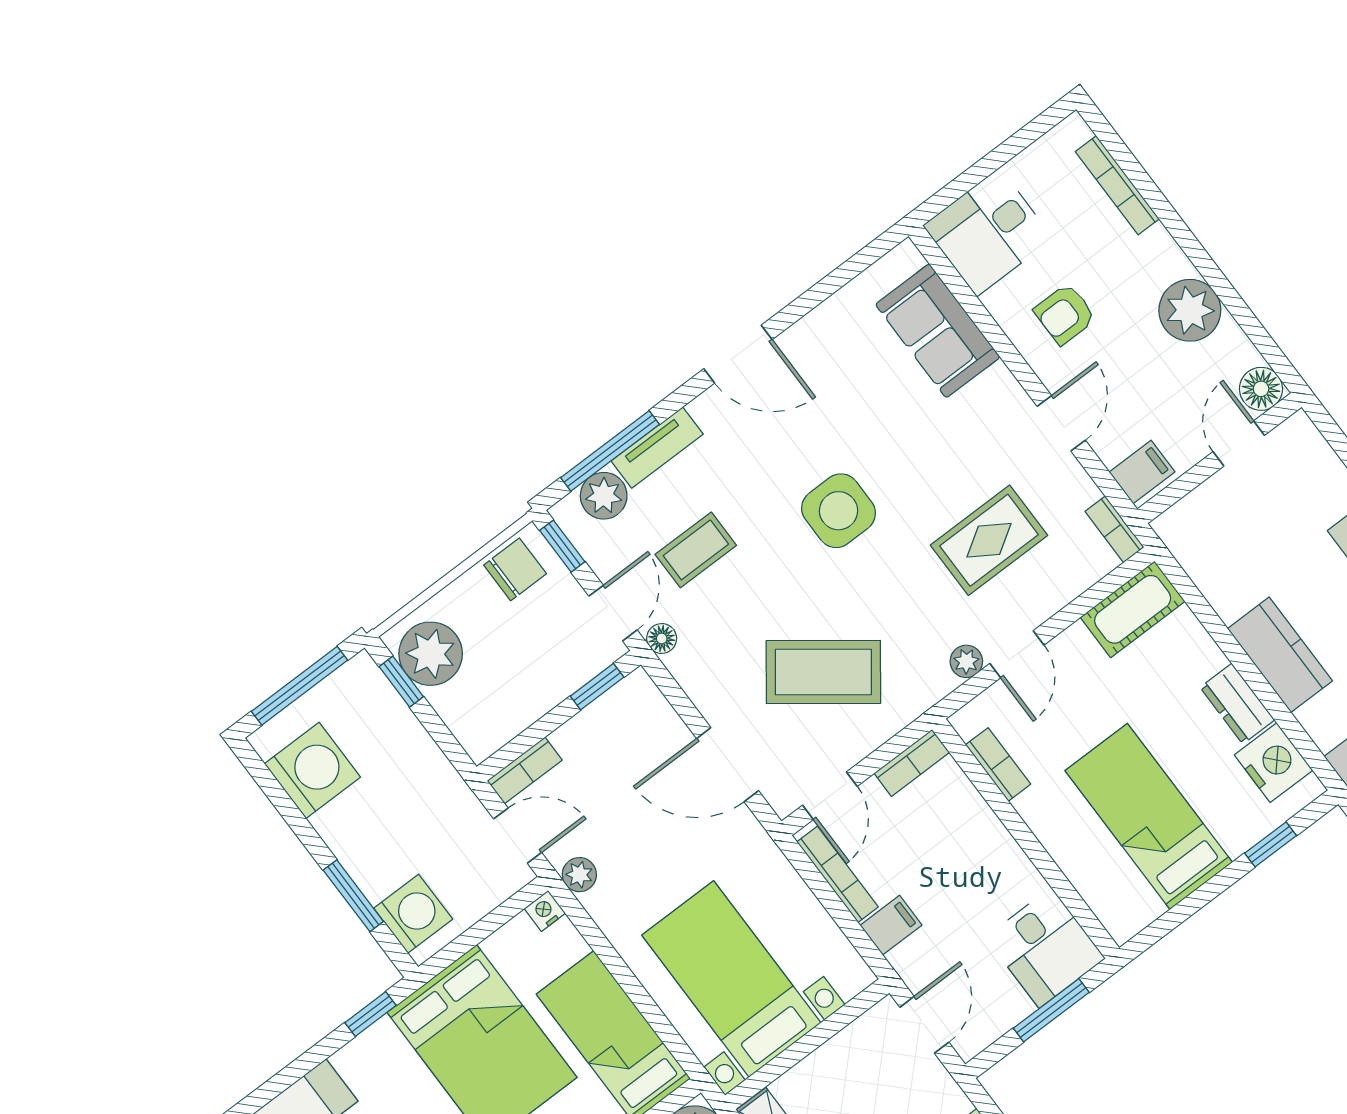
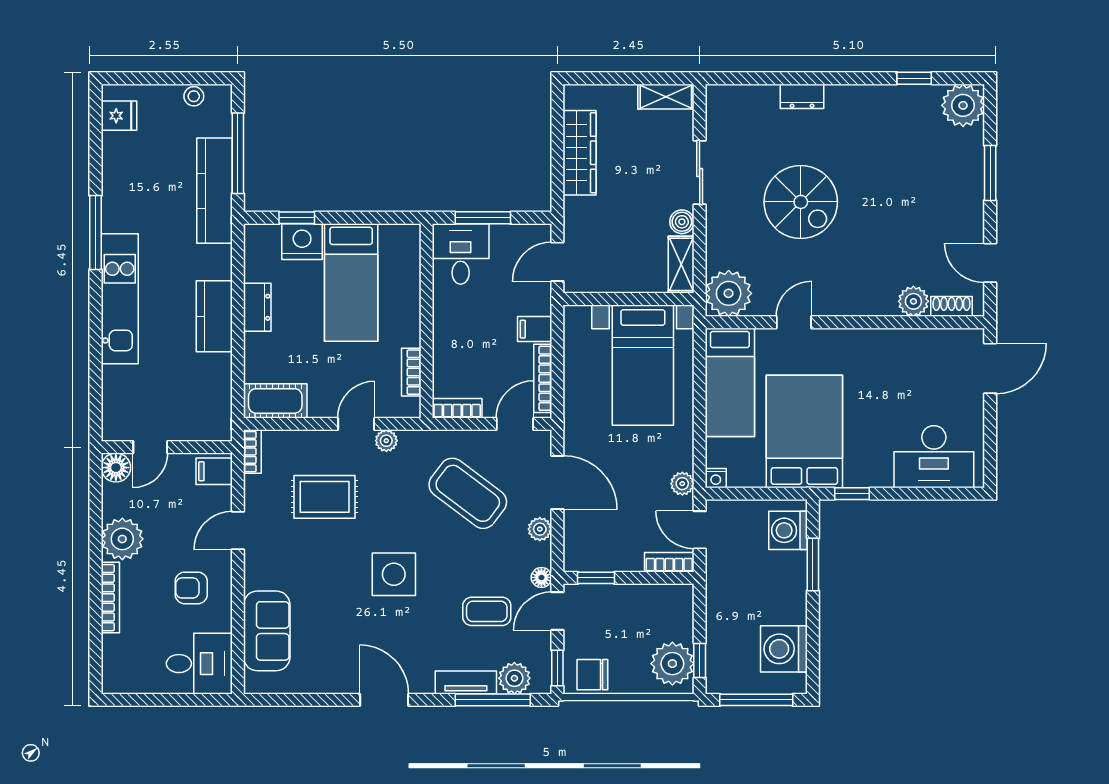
bookcase: (1117, 185) -> (110, 598), moved
armchair: (1065, 314) -> (191, 588), turned 180
plant: (707, 694) -> (540, 529), added
nightstand: (1274, 763) -> (302, 242), moved, turned 90

